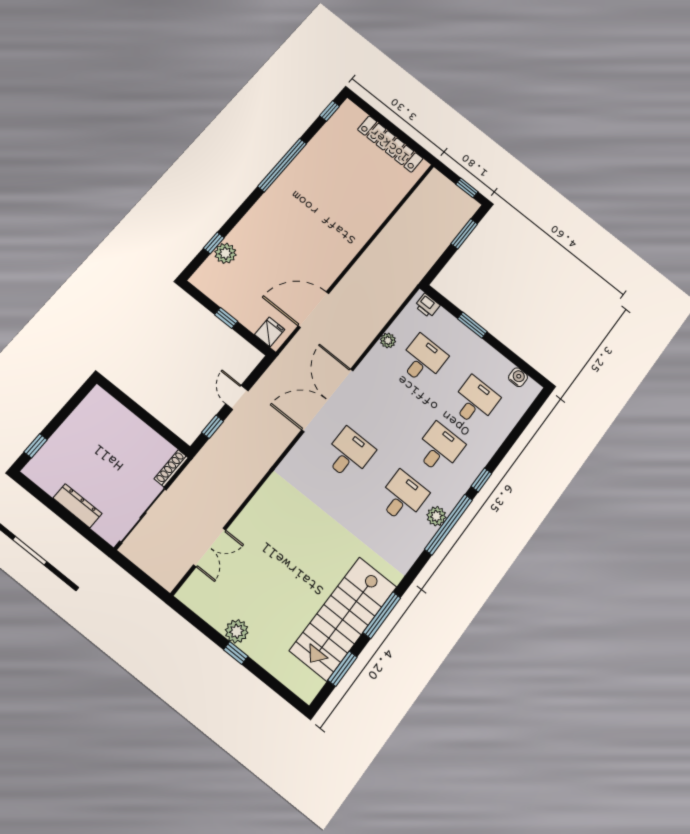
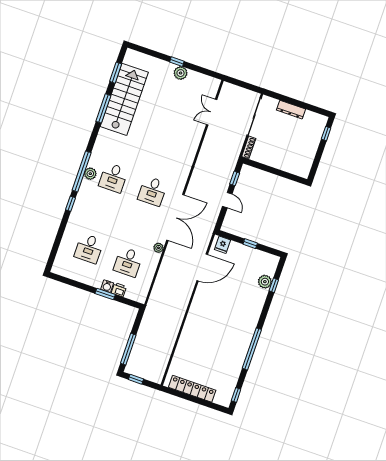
window: (464, 234) -> (128, 349), width x1.44
printer: (427, 306) -> (119, 290), moved
plant: (388, 340) -> (159, 248), moved
water cooler: (518, 377) -> (107, 286), moved
desk: (439, 448) -> (101, 213), removed

